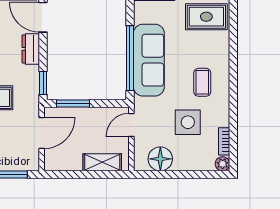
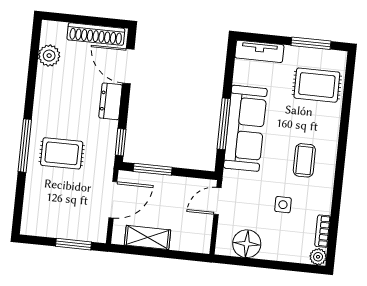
window: (130, 58) -> (224, 124), width x0.68
side table: (188, 122) -> (283, 205), width x0.54, depth x0.54
shelving: (102, 162) -> (148, 237), moved

